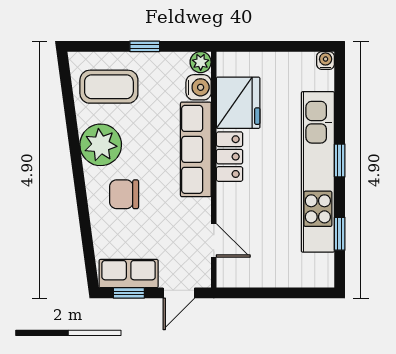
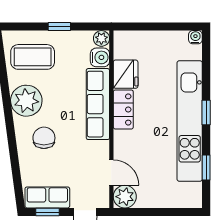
fridge: (238, 103) -> (126, 74), width x0.73, depth x0.75
chair: (124, 194) -> (44, 138), turned 90
plant: (232, 272) -> (125, 197), added

